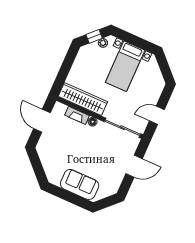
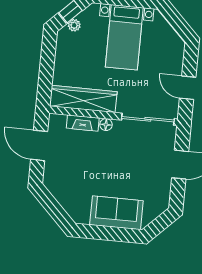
plant: (103, 43) -> (74, 25), moved
door: (157, 115) -> (188, 88), hinge flipped

